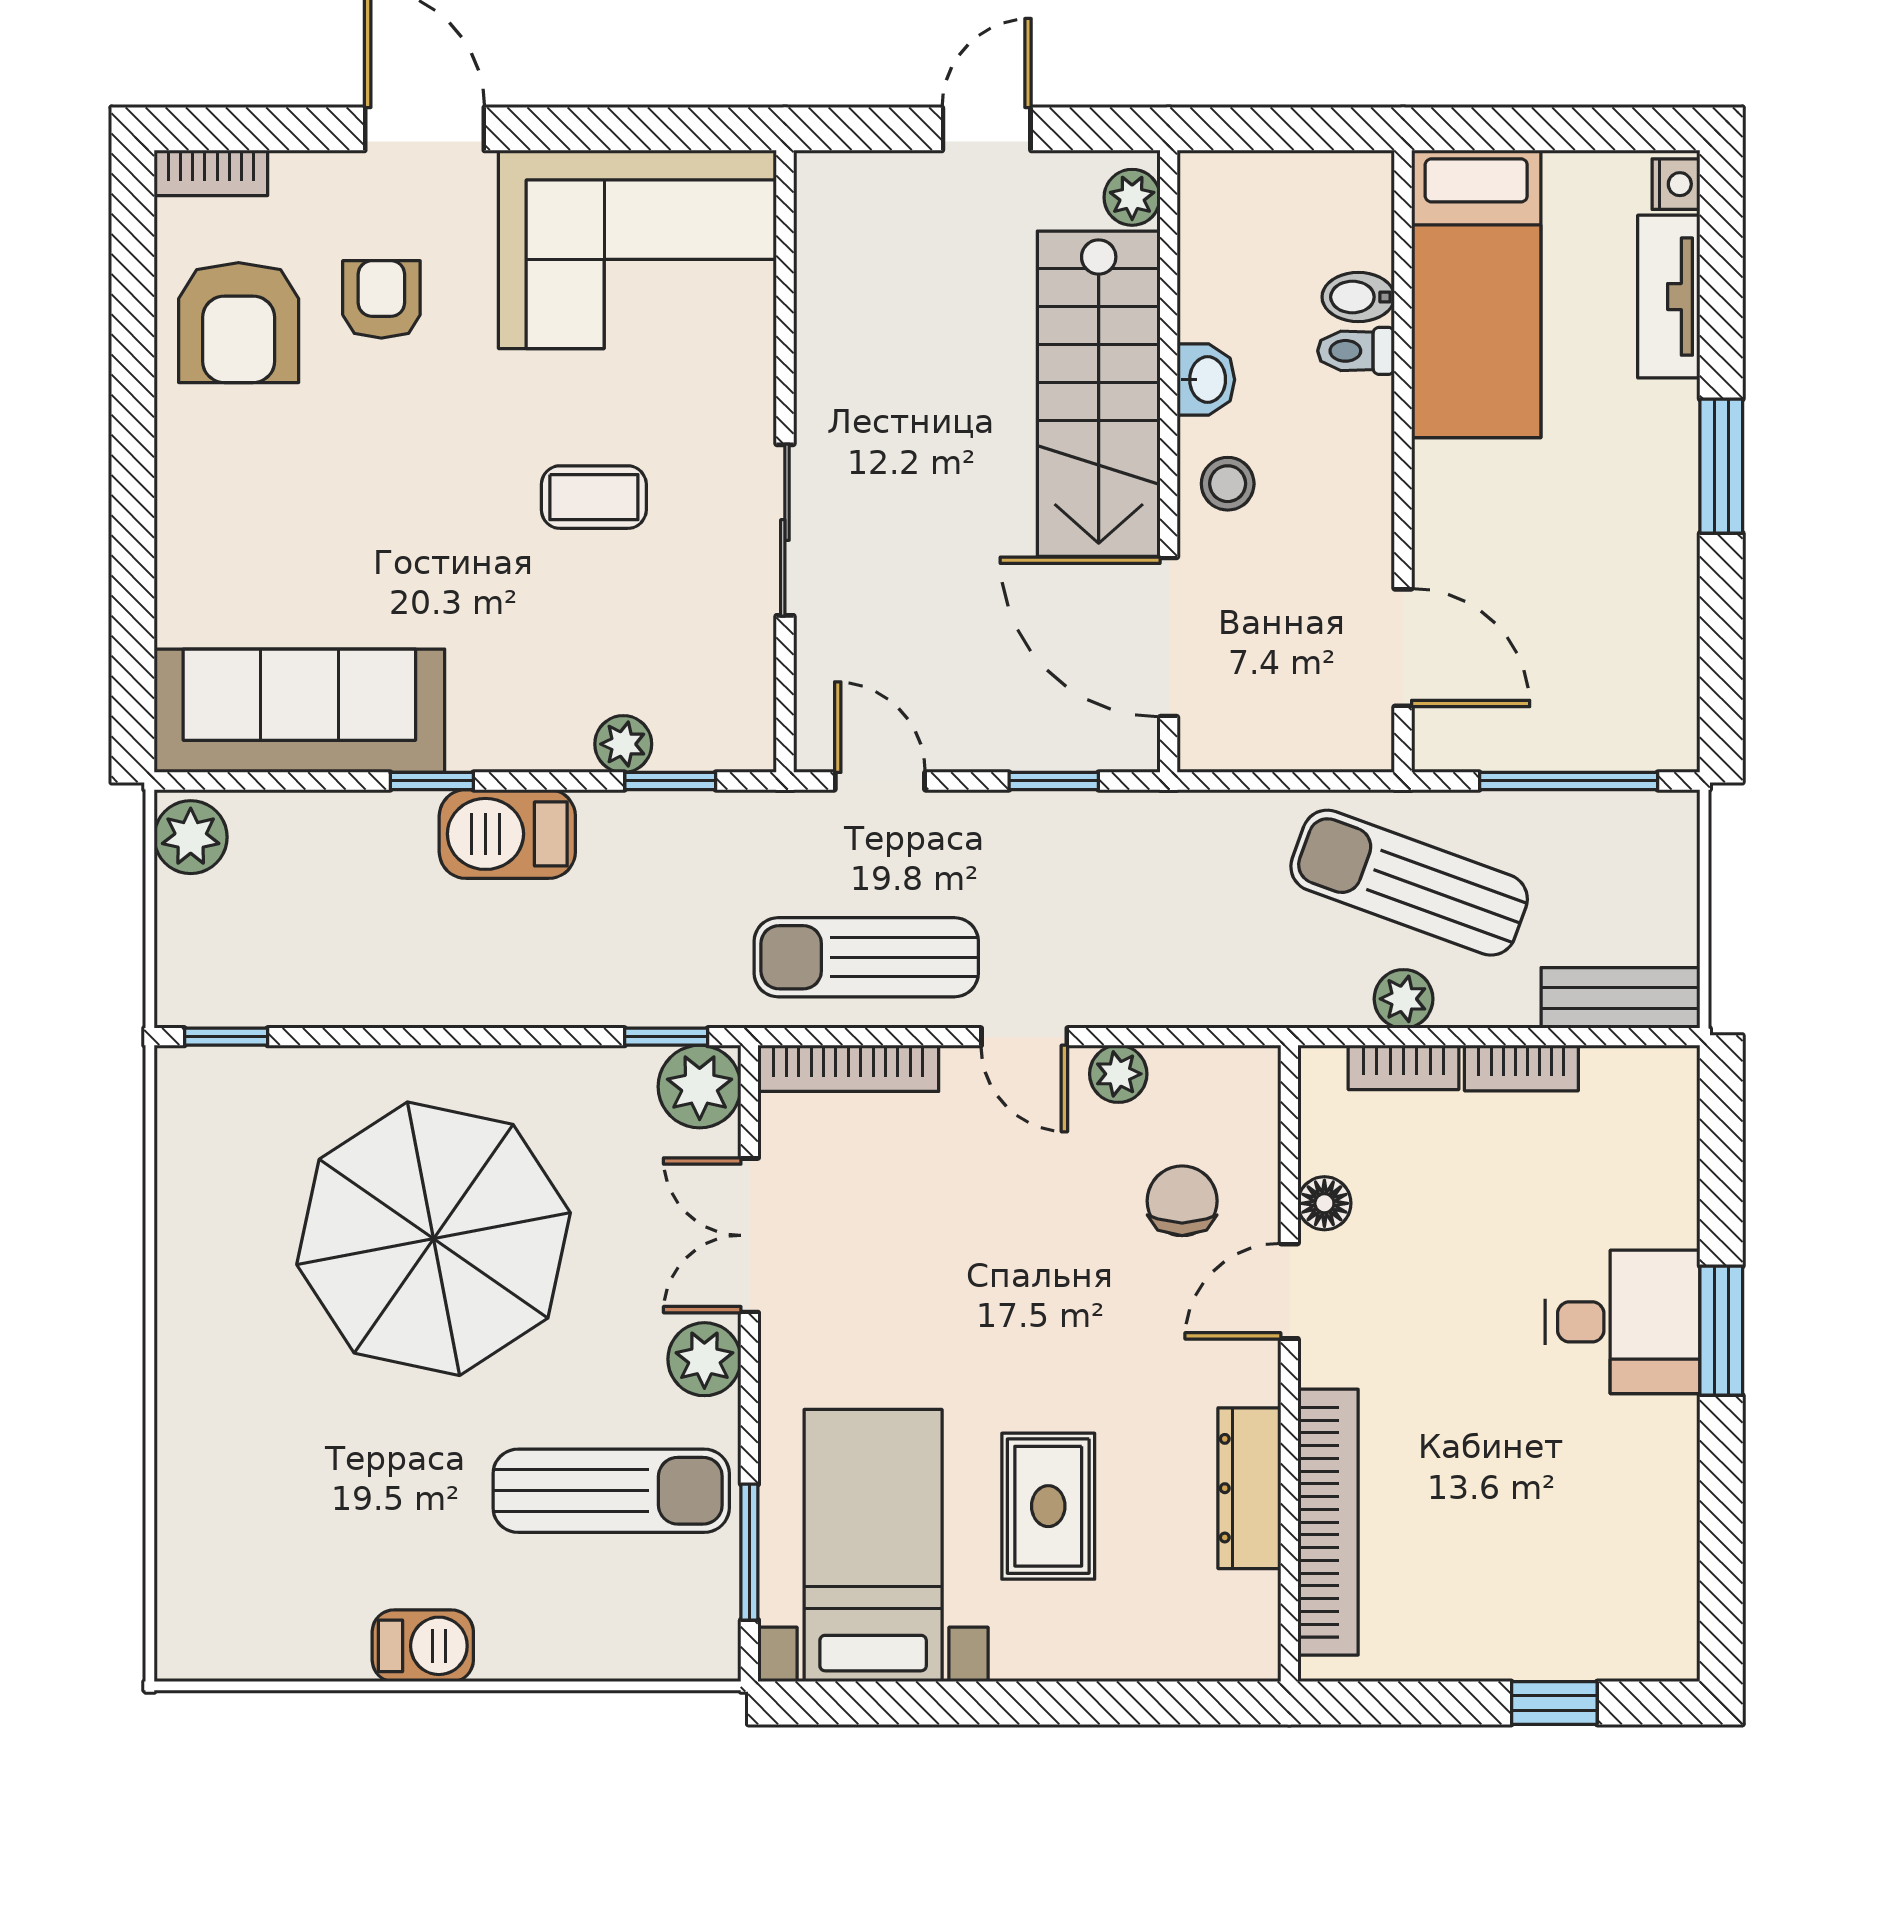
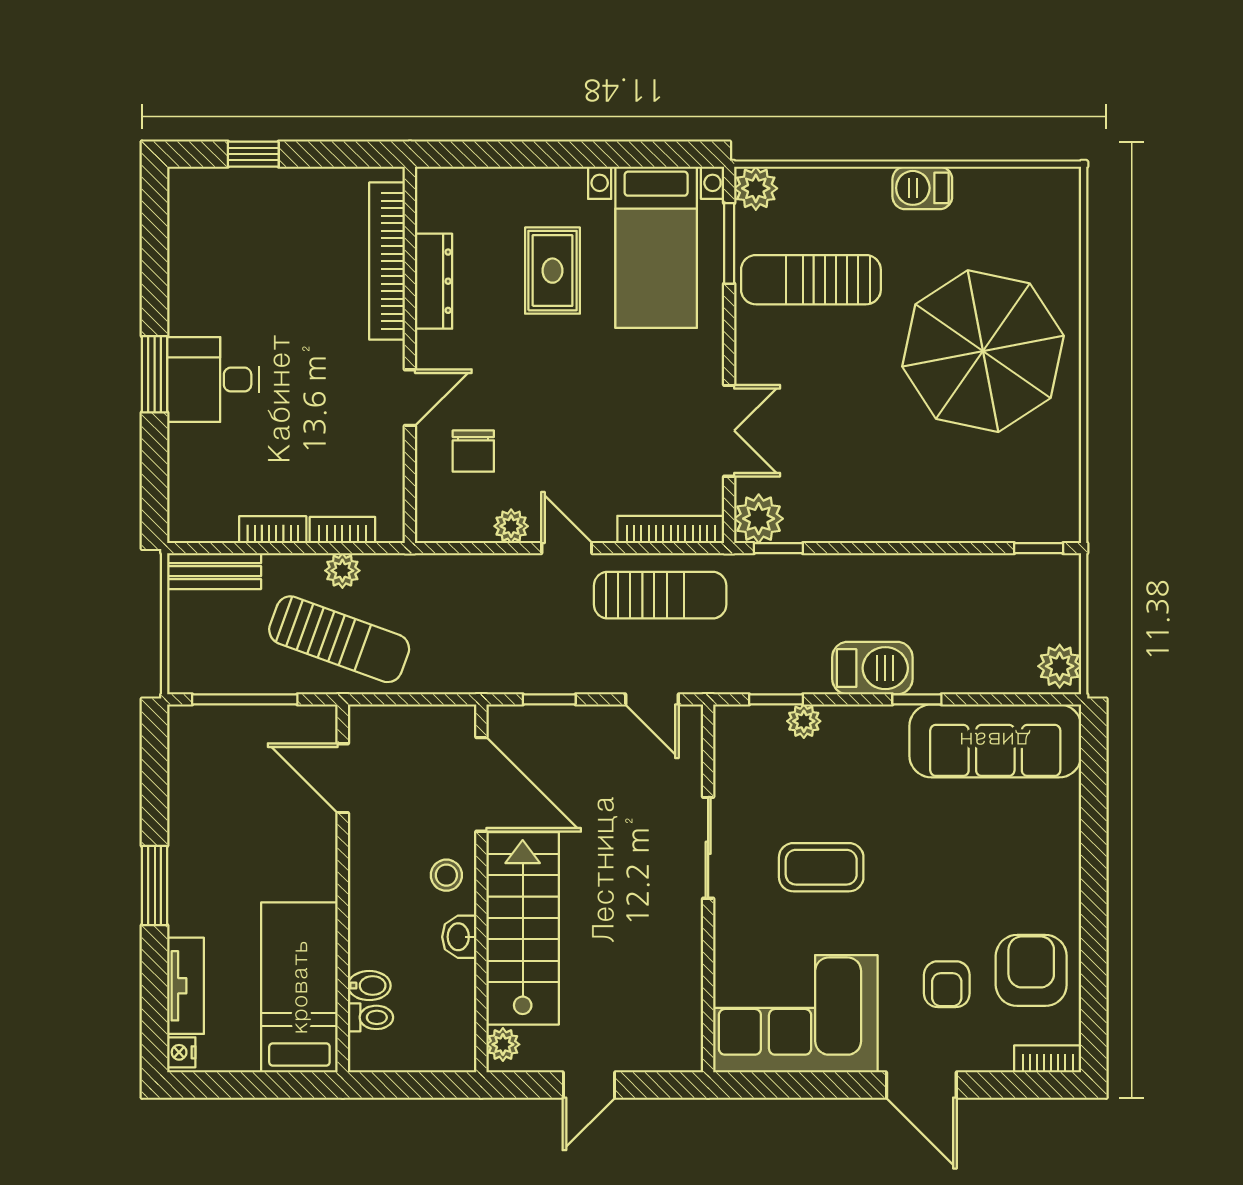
toilet: (1356, 351) -> (370, 1017), moved
coffee table: (594, 497) -> (821, 867), width x1.36, depth x1.30
floor lamp: (1324, 1203) -> (389, 450), removed
parasol: (434, 1239) -> (983, 351), moved
plant: (704, 1359) -> (756, 188), moved

